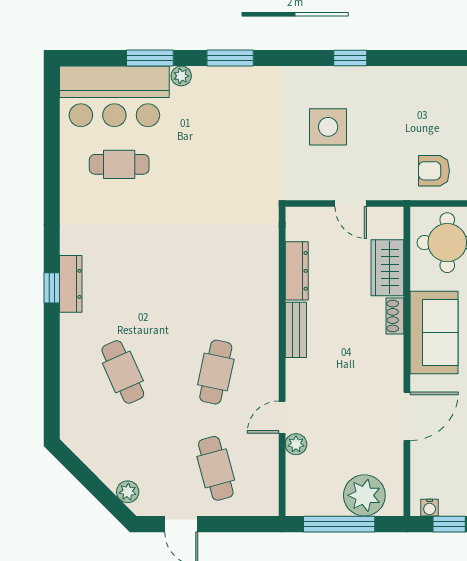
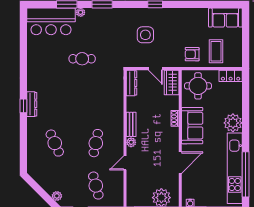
cafe table: (119, 164) -> (82, 59), moved
wardrobe: (387, 268) -> (172, 82), moved
dresser: (297, 271) -> (132, 83), moved
plant: (296, 444) -> (131, 142), moved

